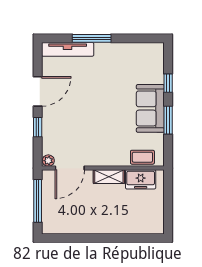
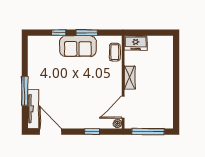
door: (38, 91) -> (51, 132), moved
door: (70, 168) -> (123, 107), swing flipped
freezer: (141, 179) -> (136, 43), moved, turned 90

